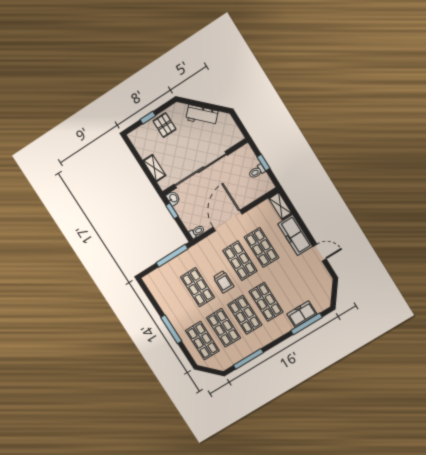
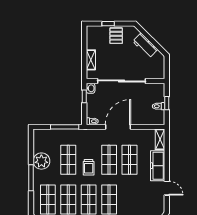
plant: (171, 306) -> (41, 161), added

